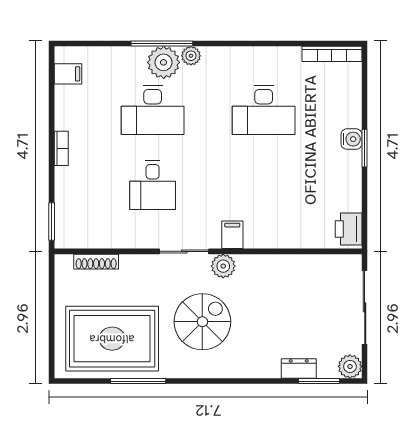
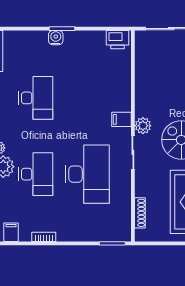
bookcase: (61, 148) -> (44, 237), moved
desk: (153, 185) -> (87, 174), width x1.87, depth x1.30

